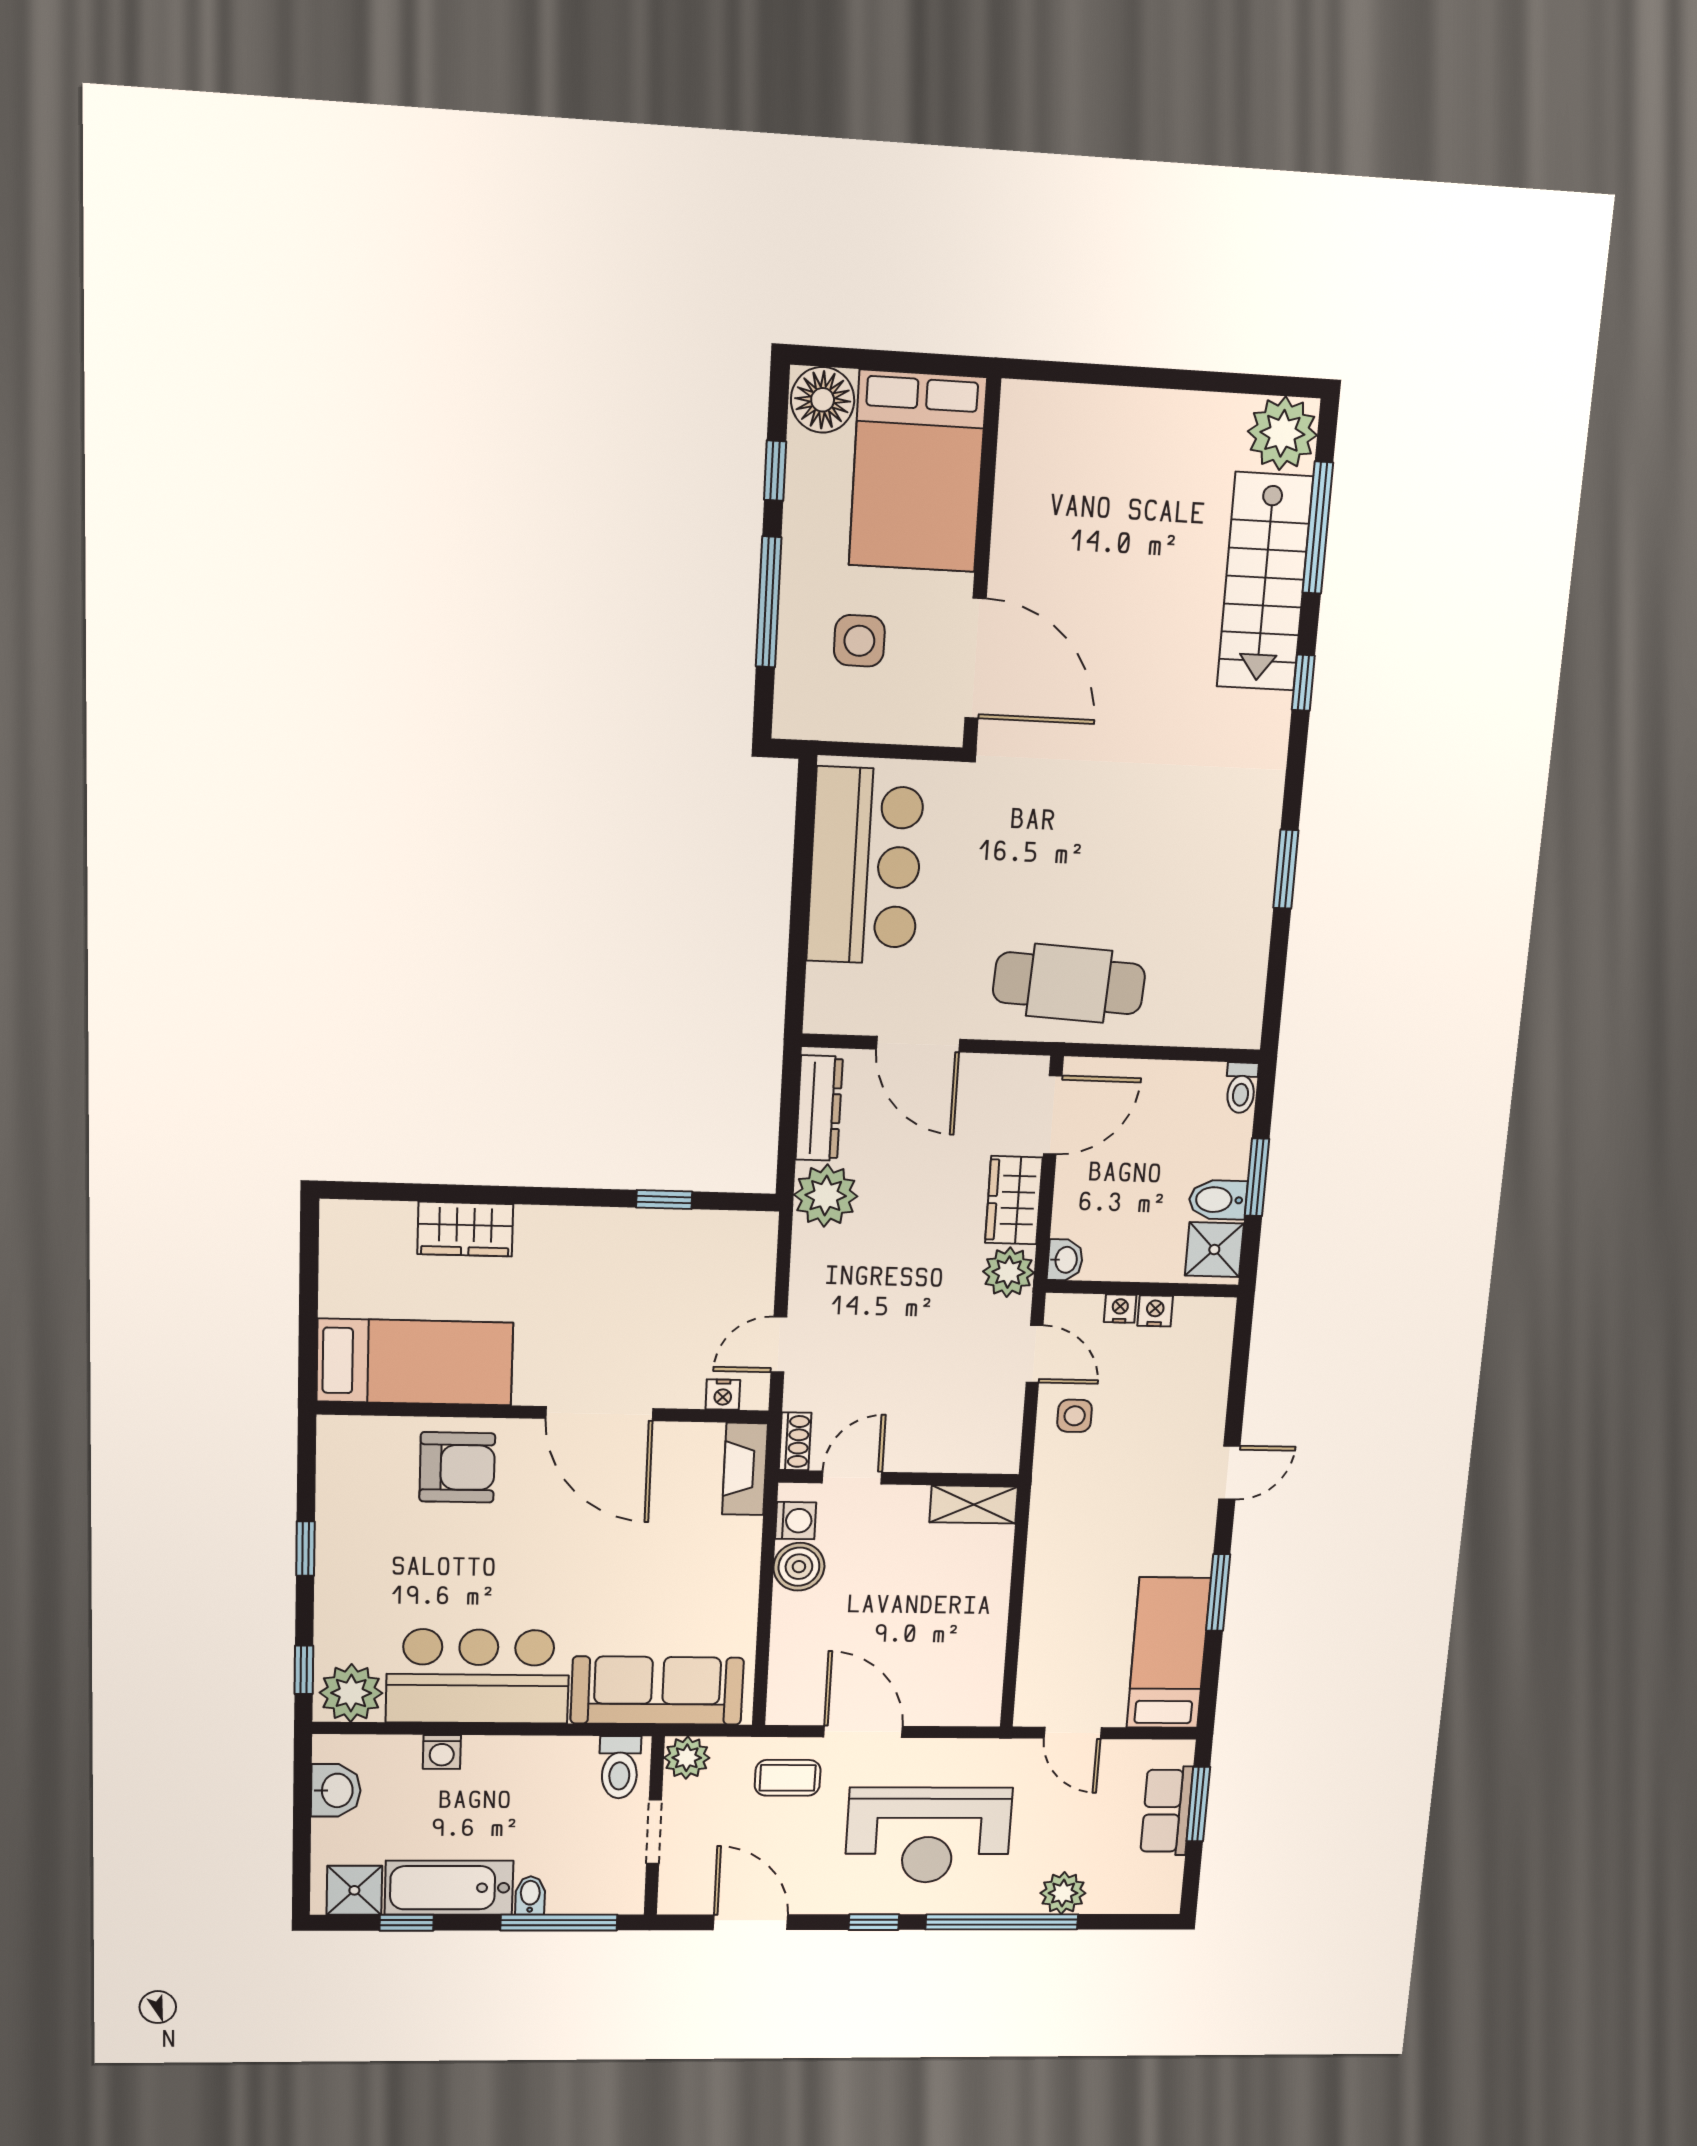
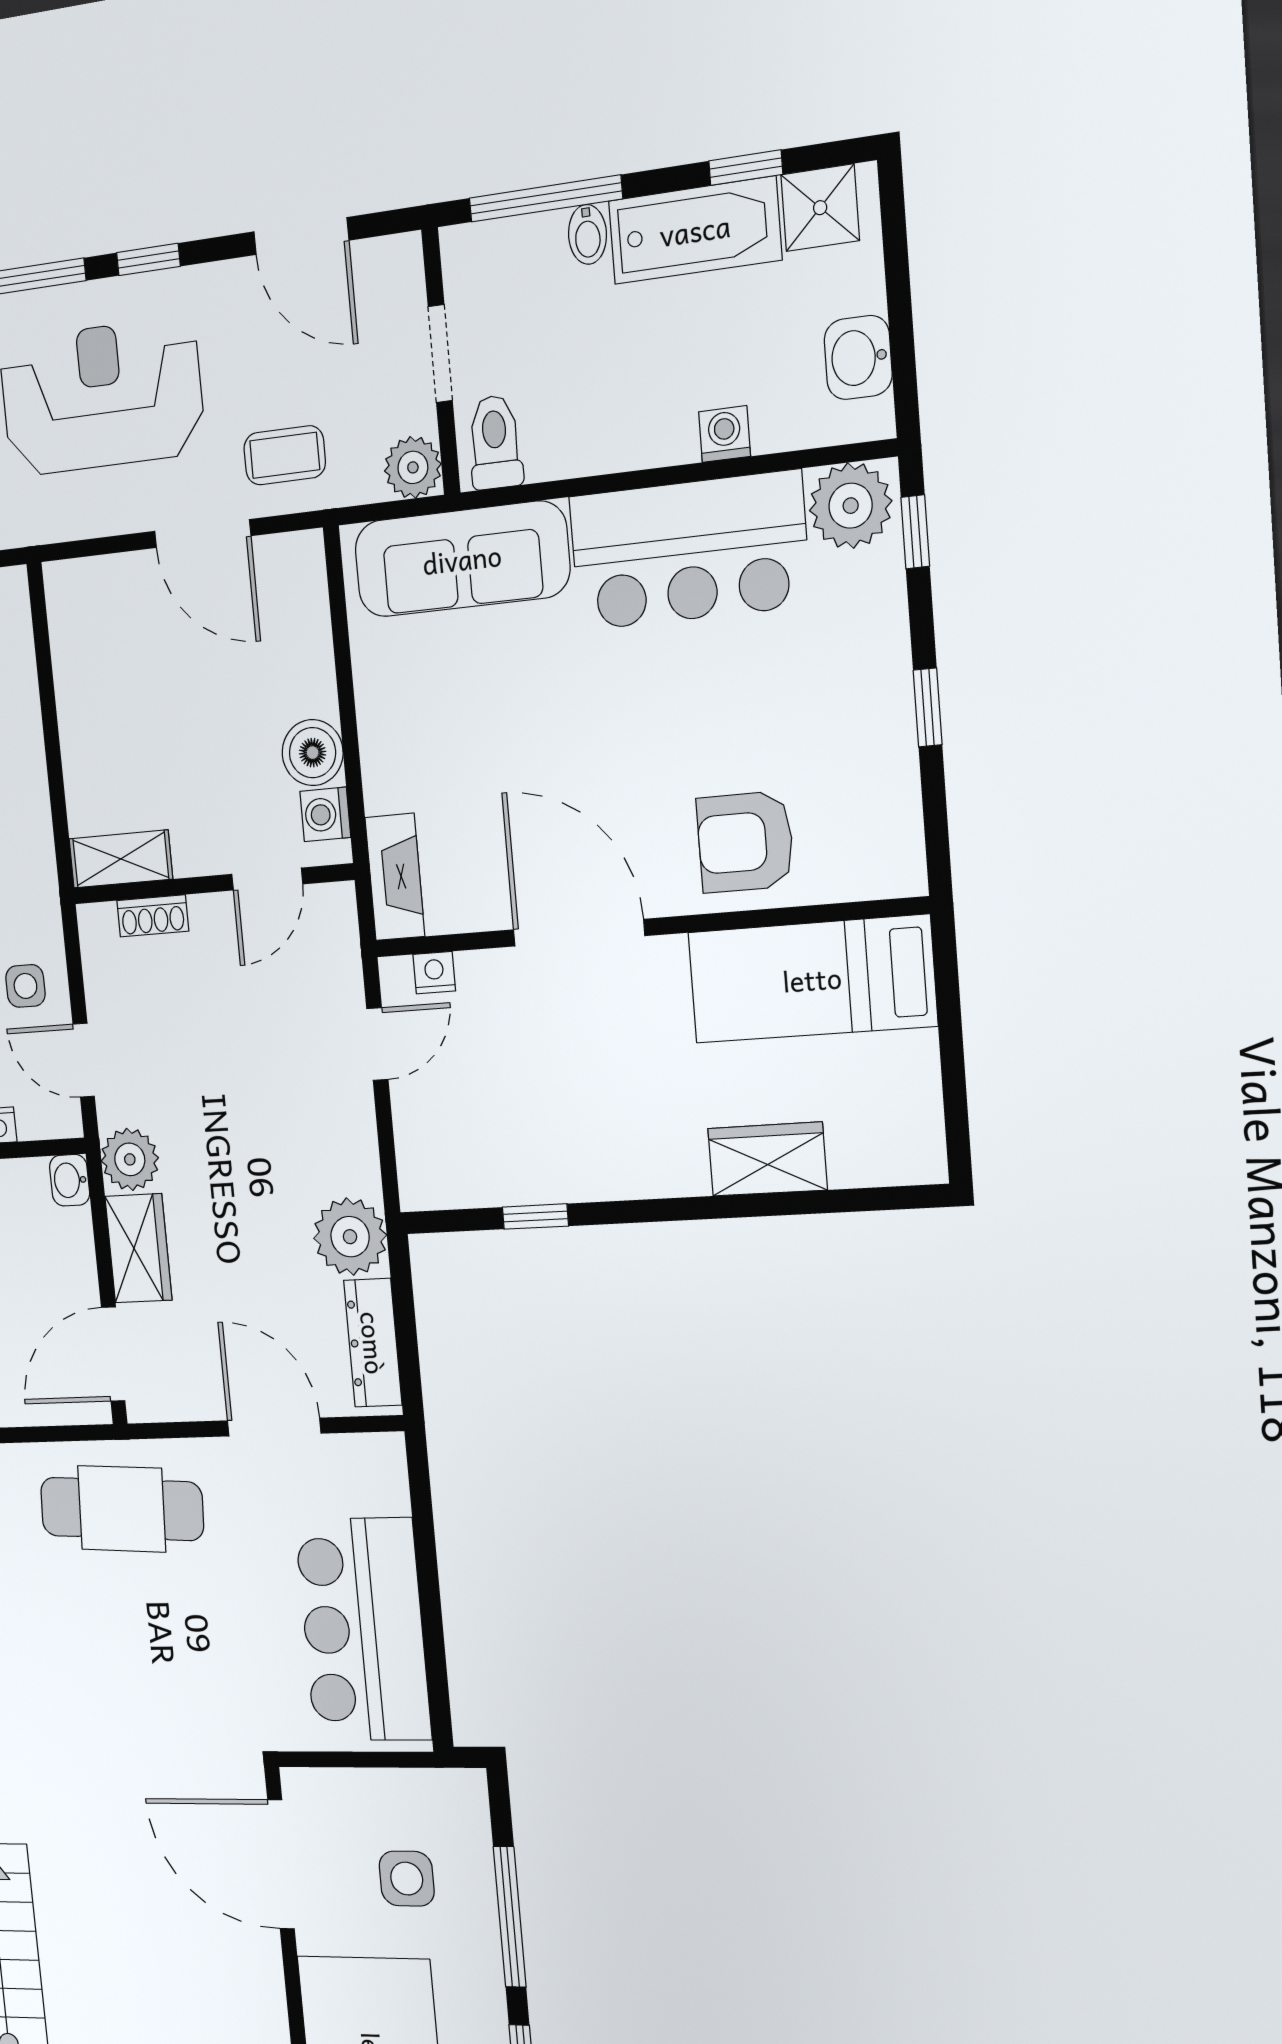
shoe rack: (795, 1441) -> (153, 916), moved, turned -90

